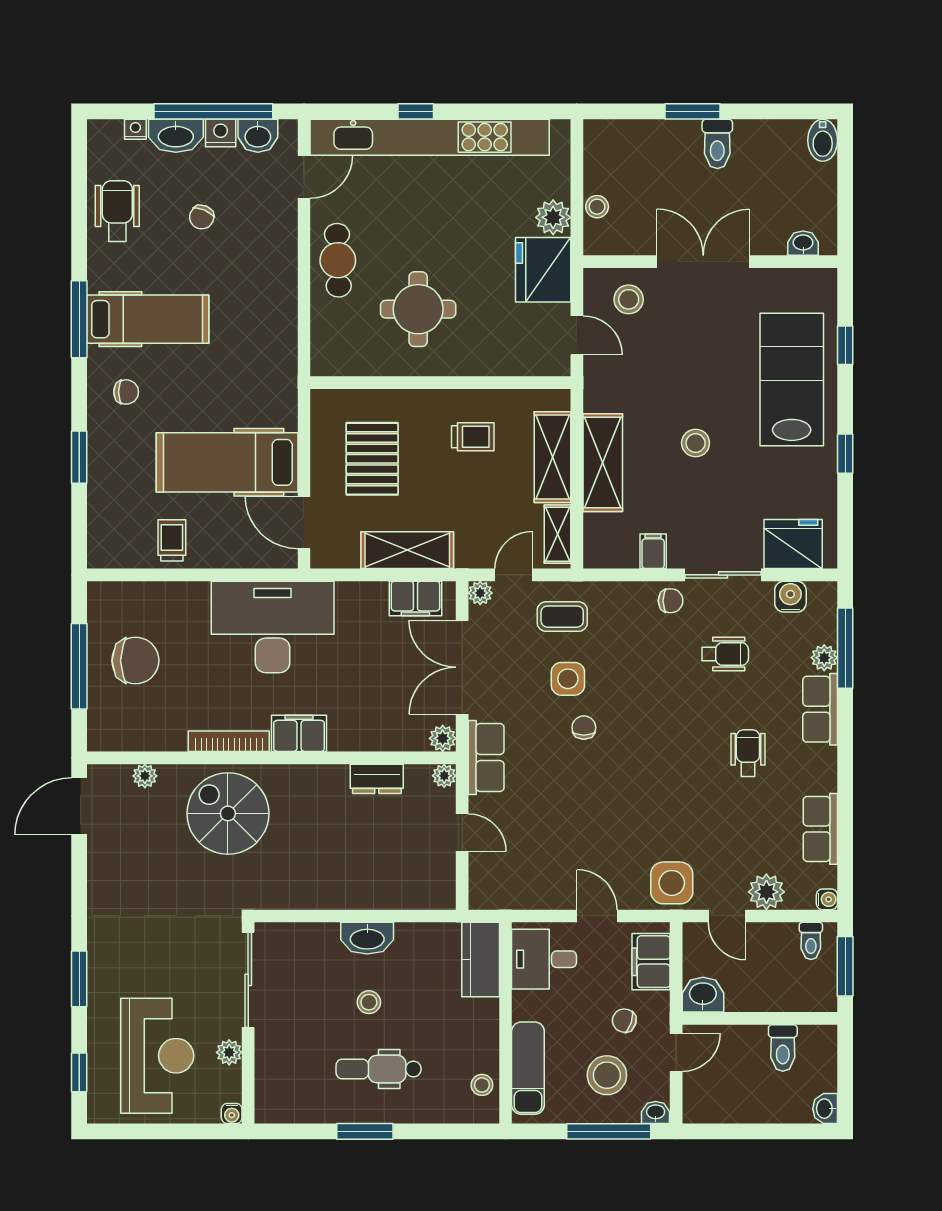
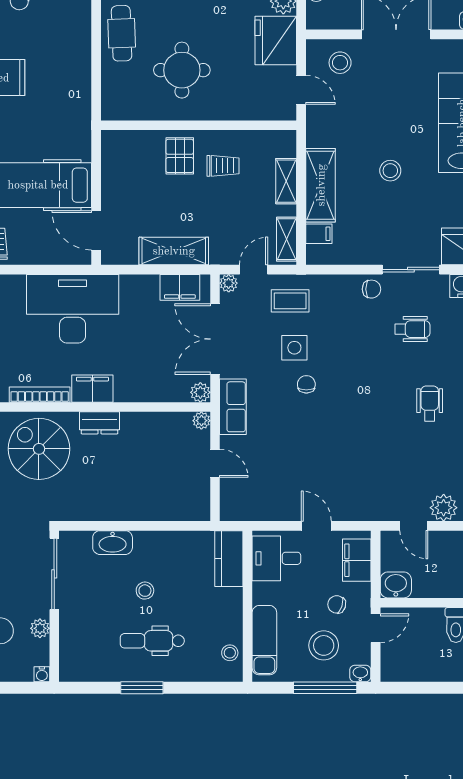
shelving: (552, 457) -> (286, 181), width x0.67, depth x0.75
pallet: (372, 459) -> (180, 156), moved, width x0.67, depth x0.71
filing cabinet: (653, 551) -> (319, 234), moved, turned 90
dresser: (377, 779) -> (100, 423), moved
side table: (672, 883) -> (372, 501), removed
washbasin: (367, 938) -> (113, 543), moved

